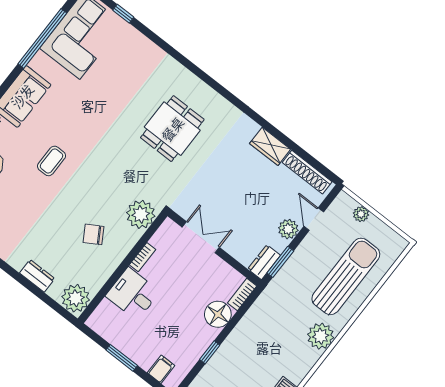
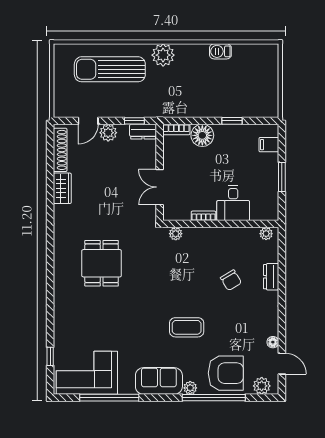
dining table: (172, 129) -> (102, 263), turned 90
coffee table: (51, 161) -> (187, 327), width x1.36, depth x1.30
plant: (141, 214) -> (176, 234), width x0.53, depth x0.53
plant: (361, 214) -> (60, 92), removed
chair: (93, 234) -> (231, 280), moved
window: (280, 262) -> (134, 121), width x0.67
plant: (76, 298) -> (266, 234), width x0.53, depth x0.53

